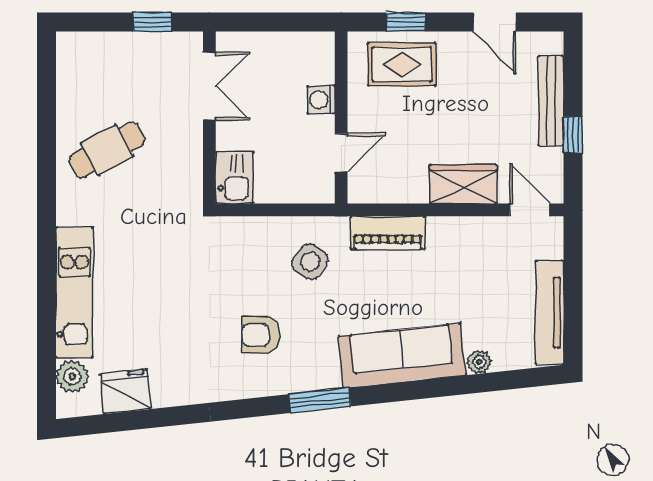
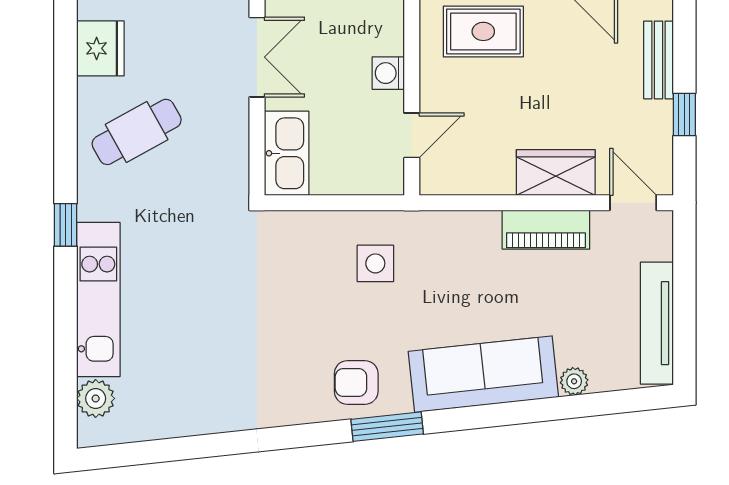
bench: (551, 101) -> (659, 60), width x0.73
kitchen sink: (235, 178) -> (287, 153), width x1.38
window: (47, 229) -> (66, 225), added
piano: (388, 233) -> (546, 230), moved
side table: (310, 262) -> (375, 263), turned -36
armchair: (261, 335) -> (356, 382), moved
fridge: (126, 391) -> (100, 48), moved, turned 96

